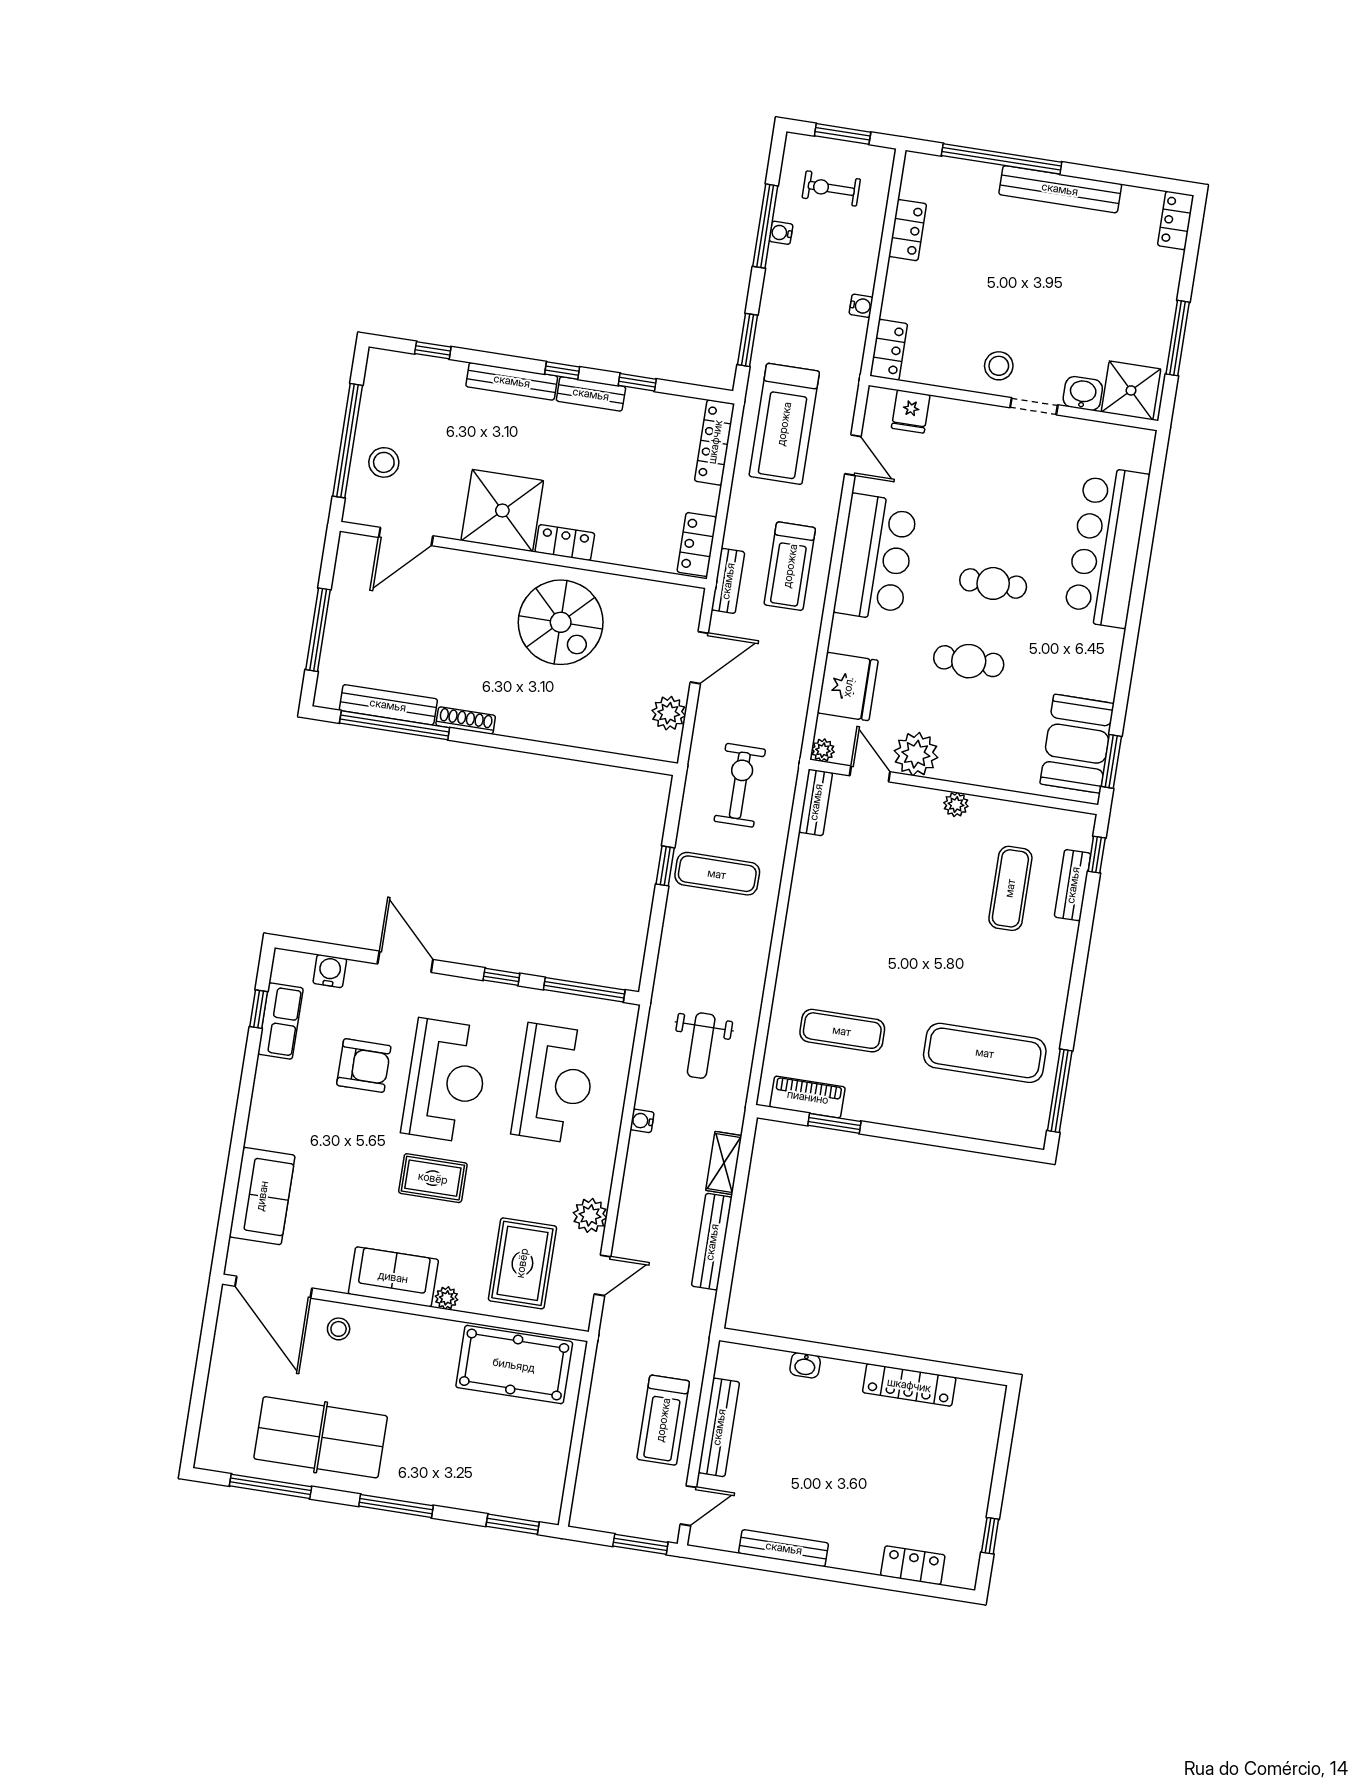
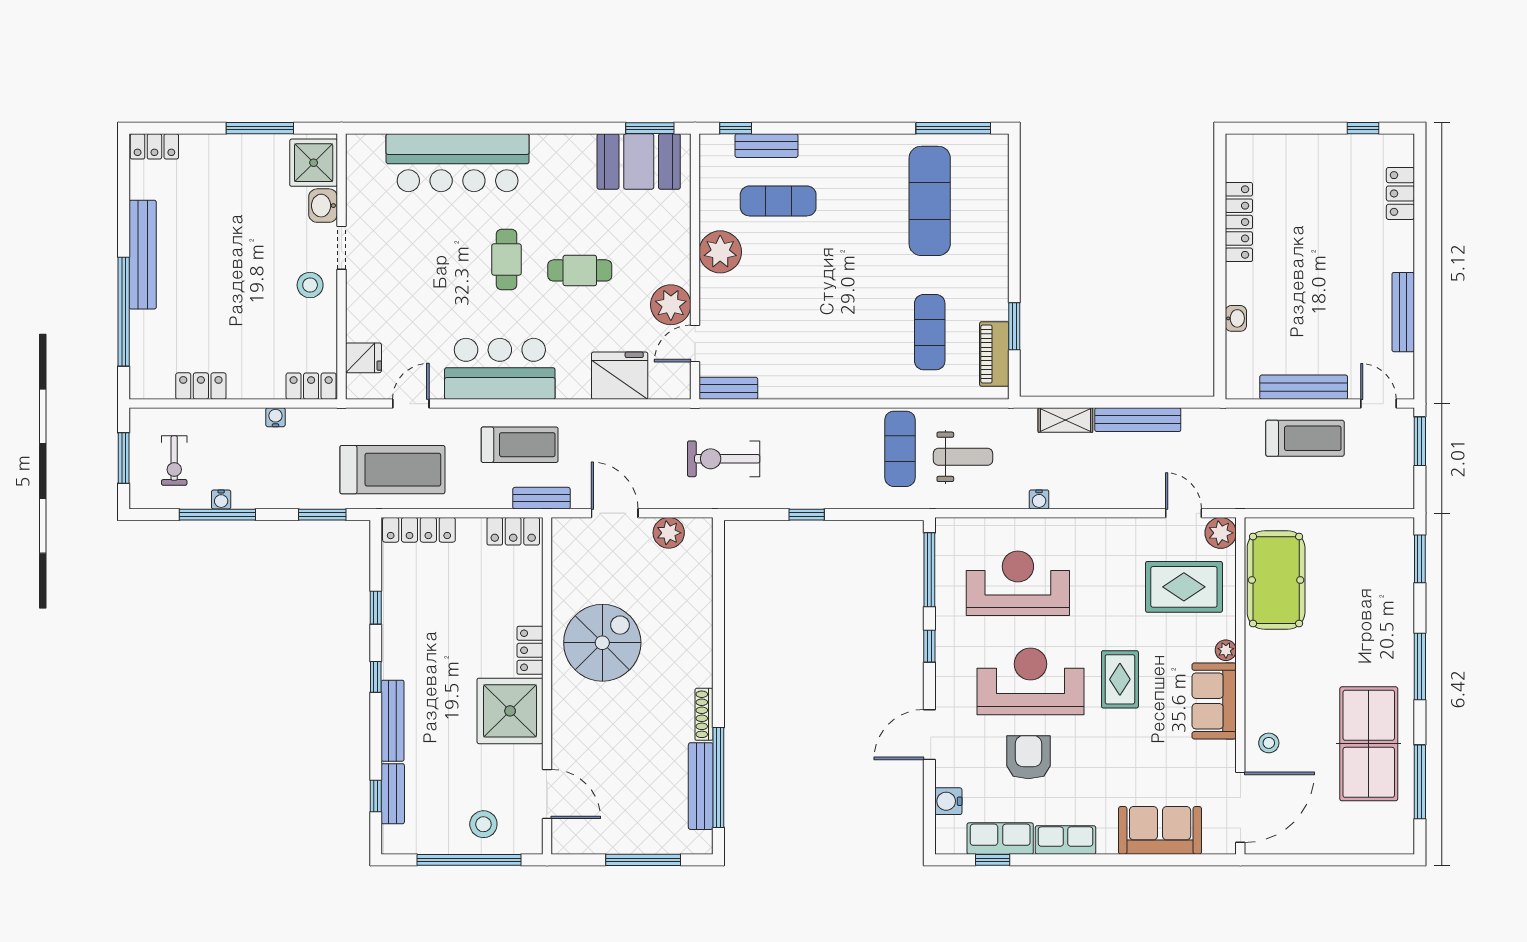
bench: (591, 394) -> (393, 794), moved
cafe table: (969, 661) -> (580, 270), turned 90
plant: (823, 750) -> (680, 389), removed
plant: (956, 804) -> (720, 252), width x1.88, depth x1.88
exercise mat: (717, 874) -> (900, 449), moved
row of seats: (268, 1092) -> (1066, 840), added
plant: (590, 1215) -> (1221, 533), moved

